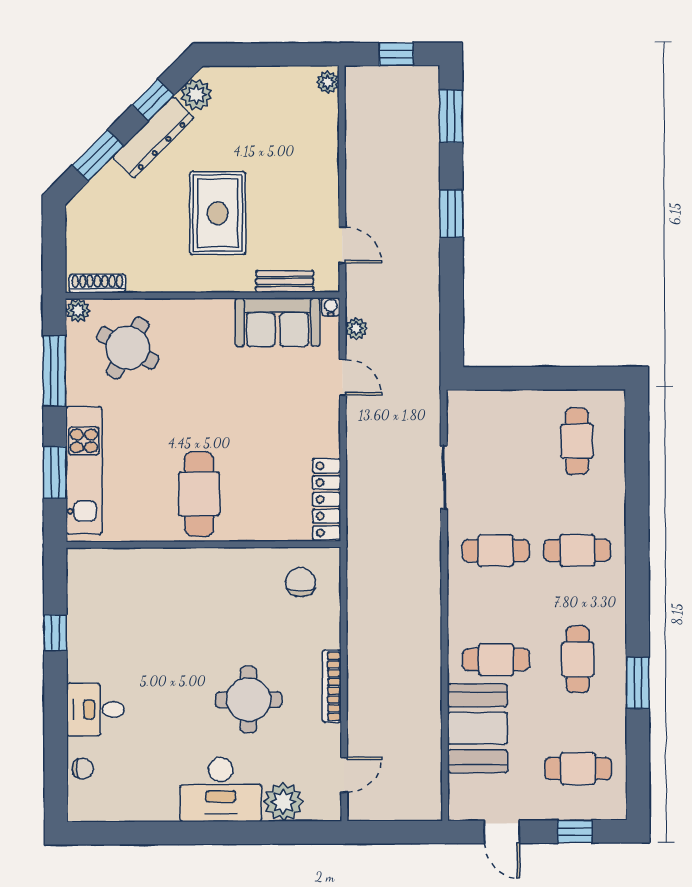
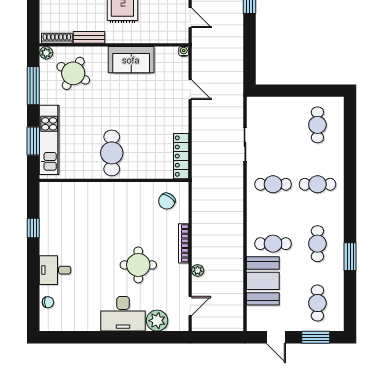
bench: (285, 281) -> (89, 37), moved
sofa: (277, 322) -> (131, 60), moved
plant: (356, 329) -> (198, 270), moved
chair: (300, 582) -> (167, 201), turned -147
bookcase: (332, 686) -> (184, 243), moved
cafe table: (578, 768) -> (317, 303), turned 90
window: (575, 832) -> (316, 337), width x1.50

